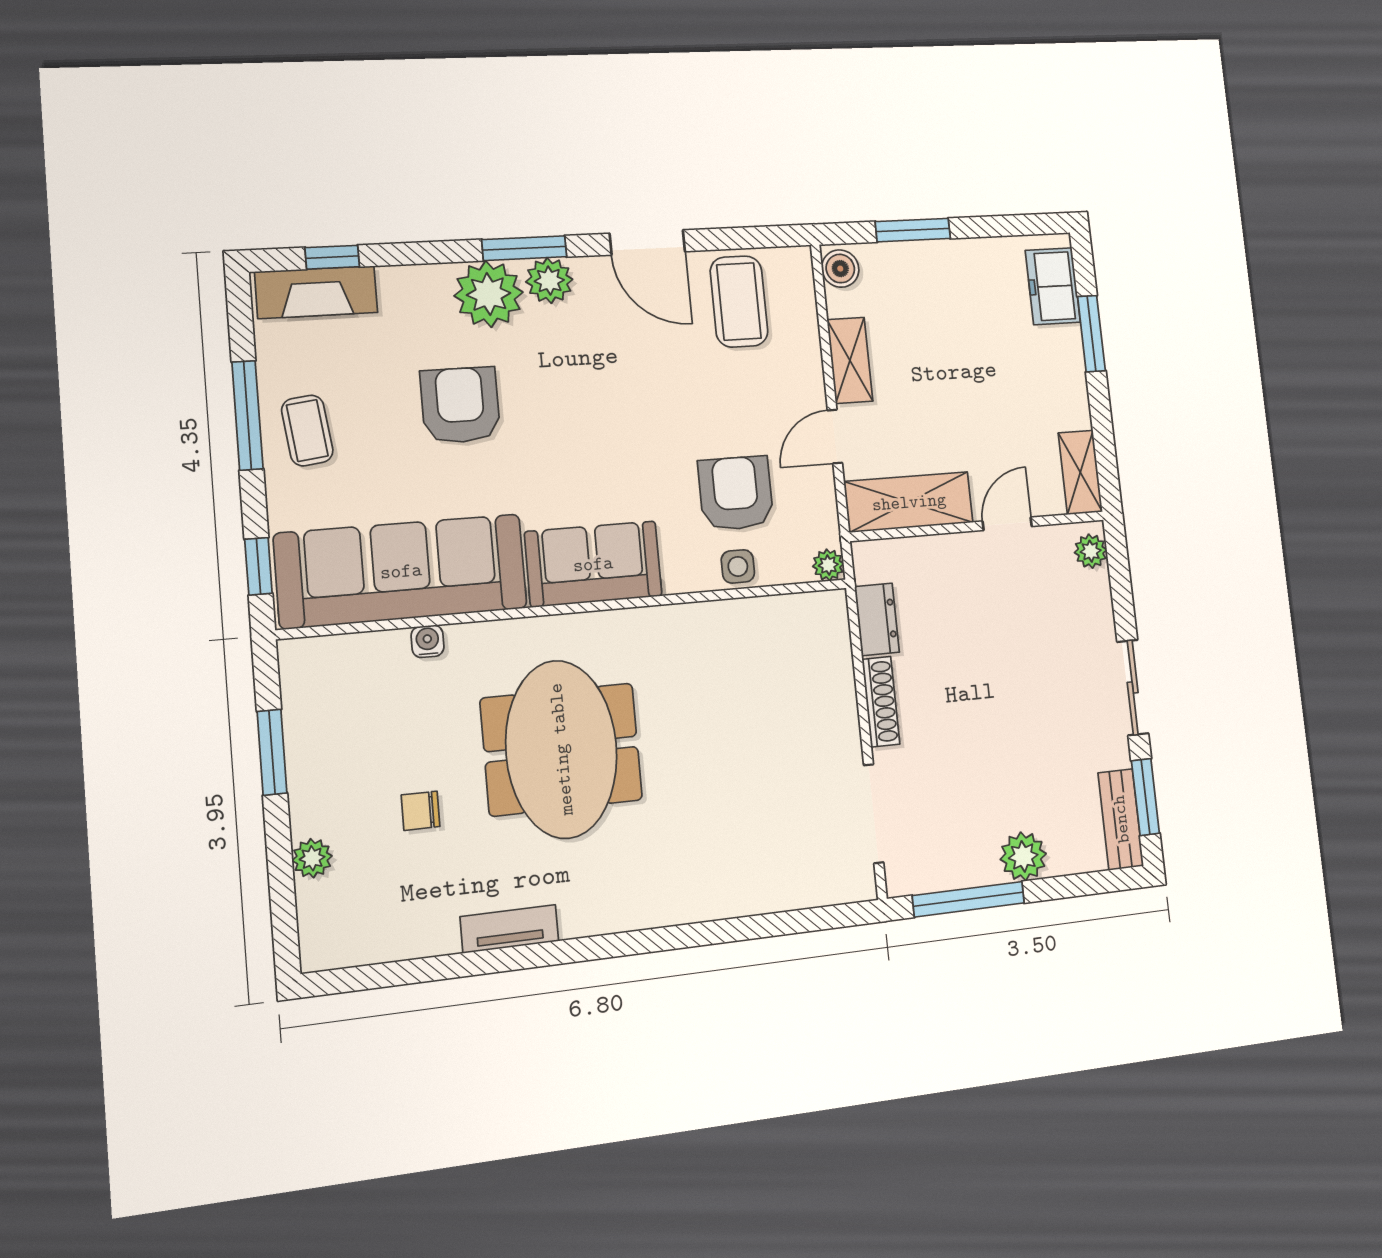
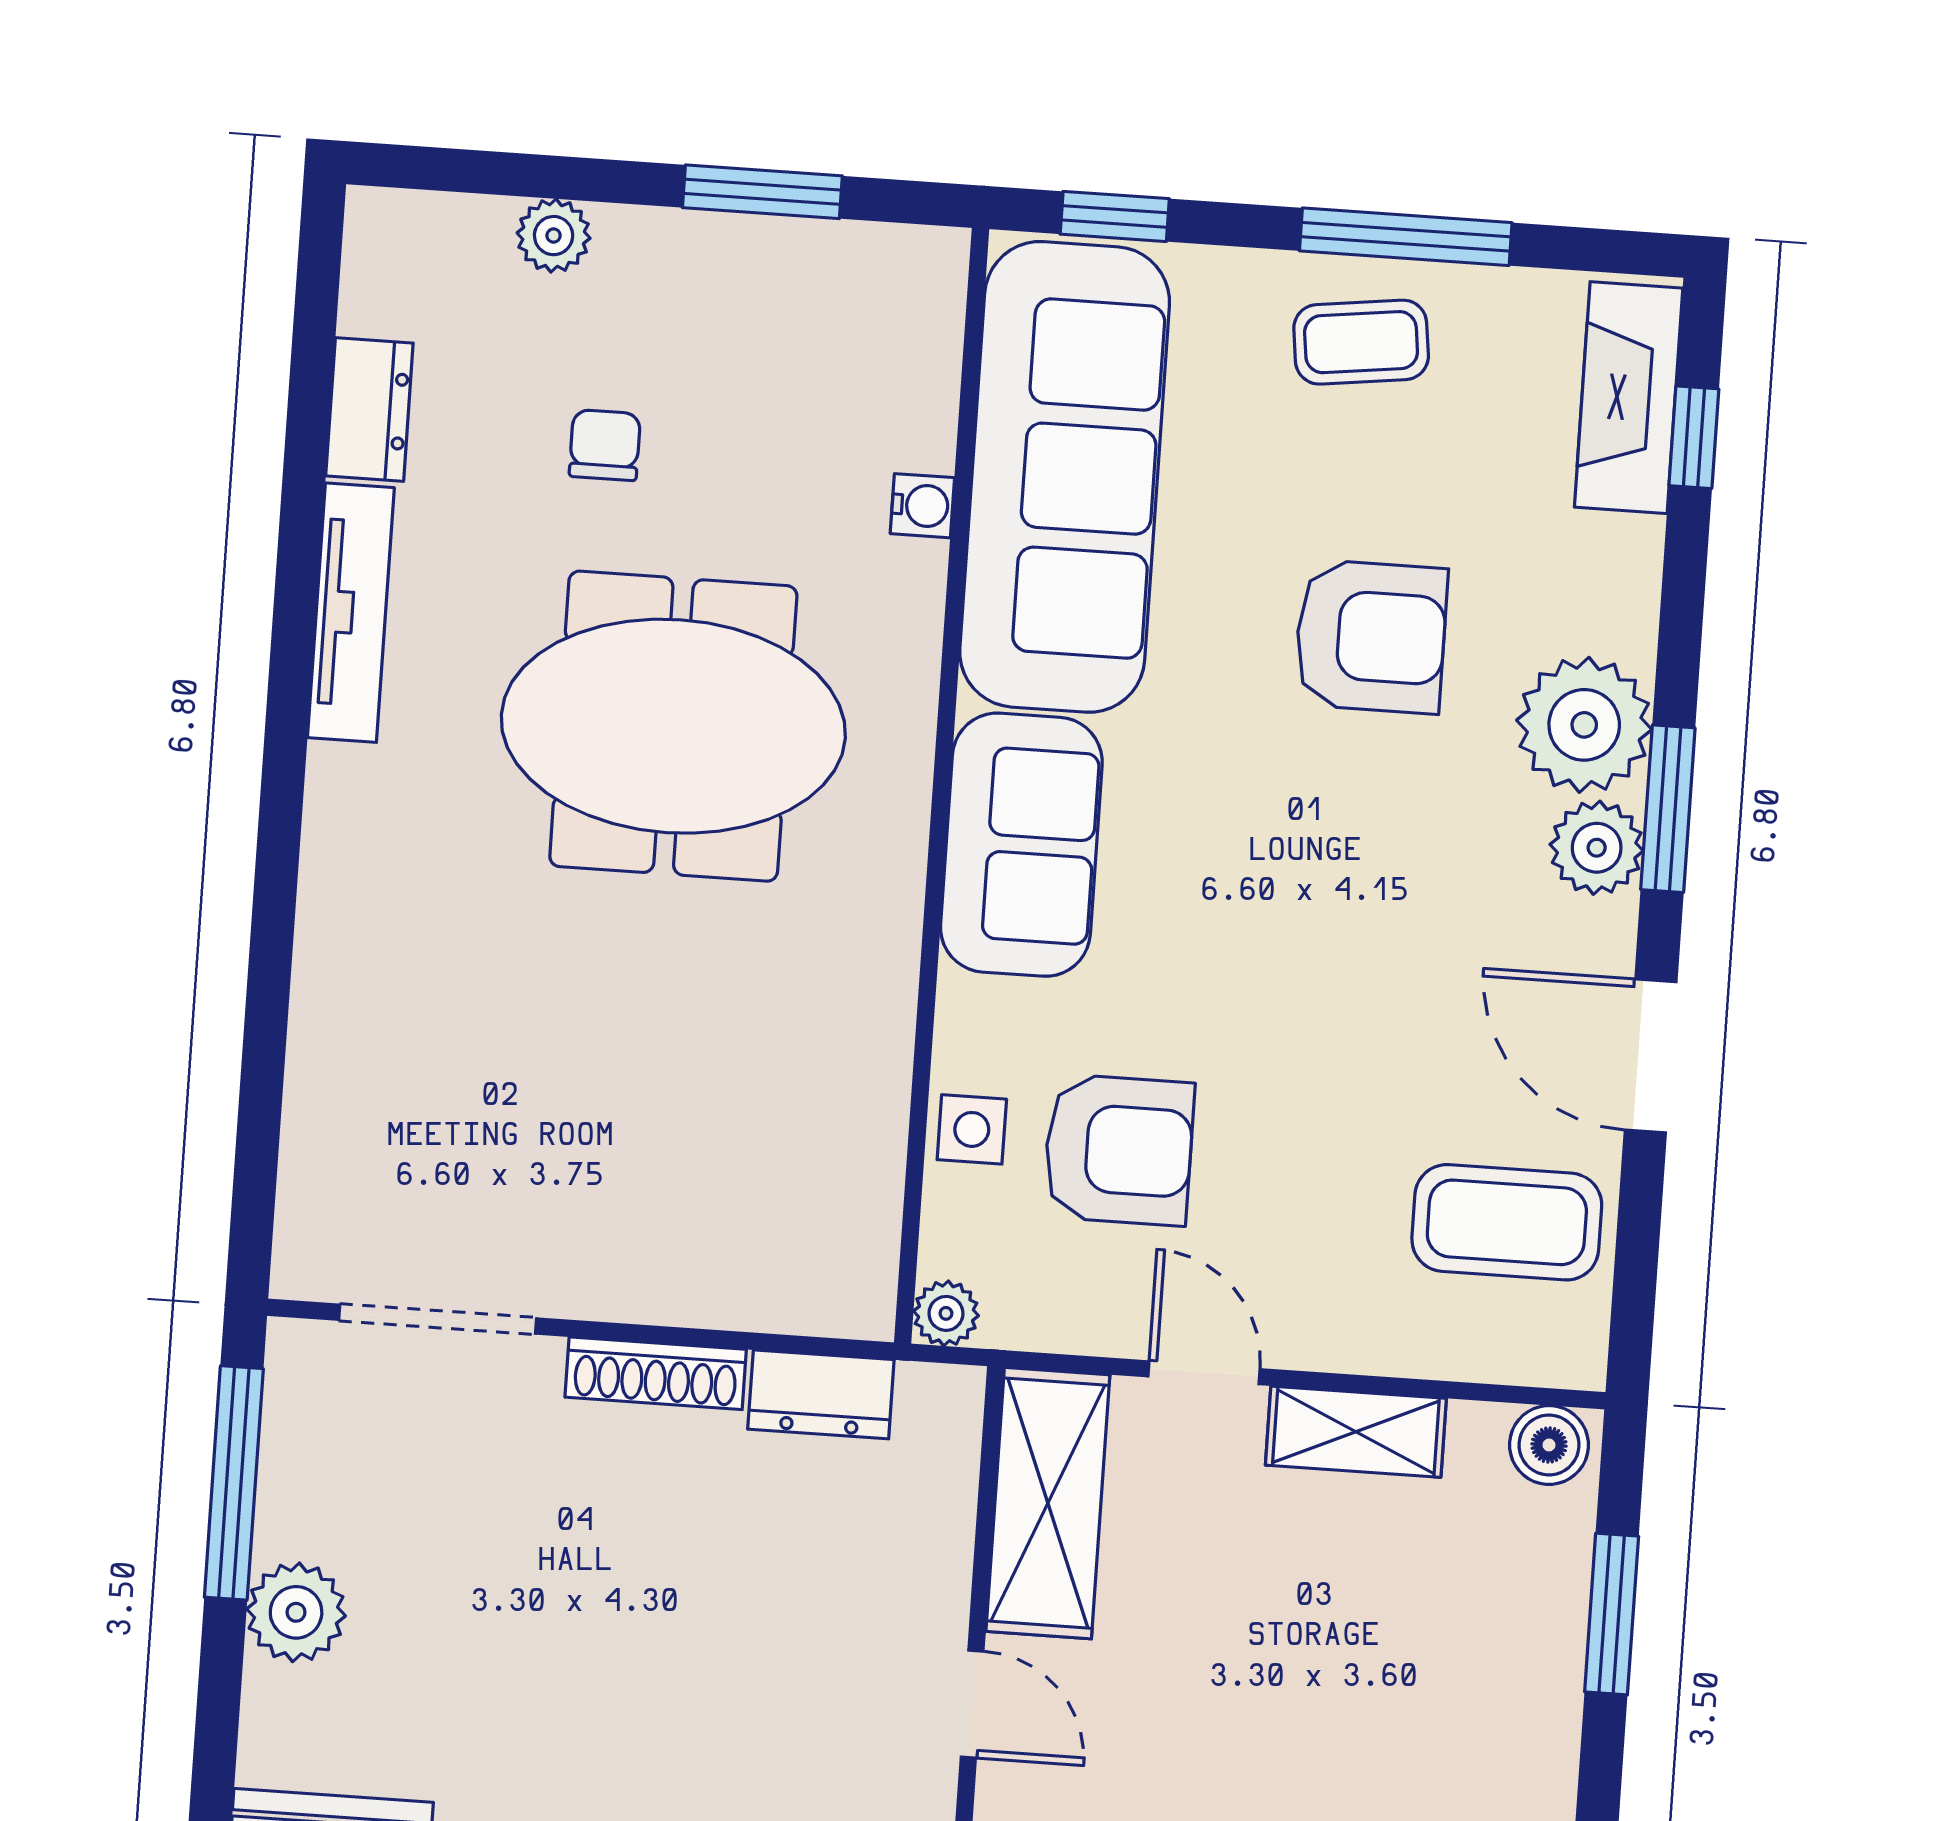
door: (647, 242) -> (1651, 1056), hinge flipped
tv unit: (510, 929) -> (351, 613), width x1.41
dresser: (420, 938) -> (369, 410), added

